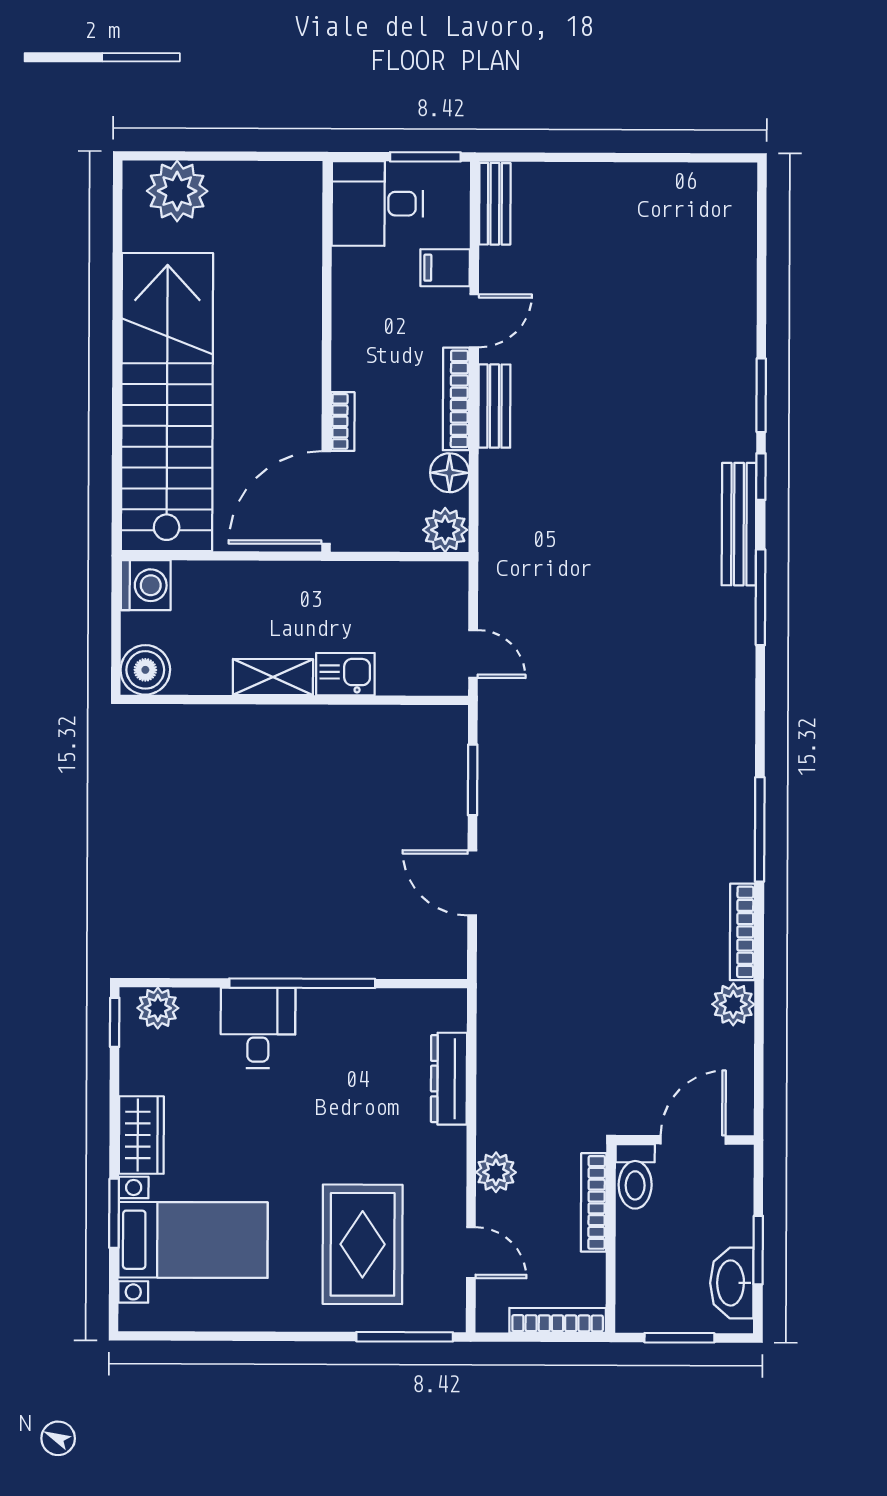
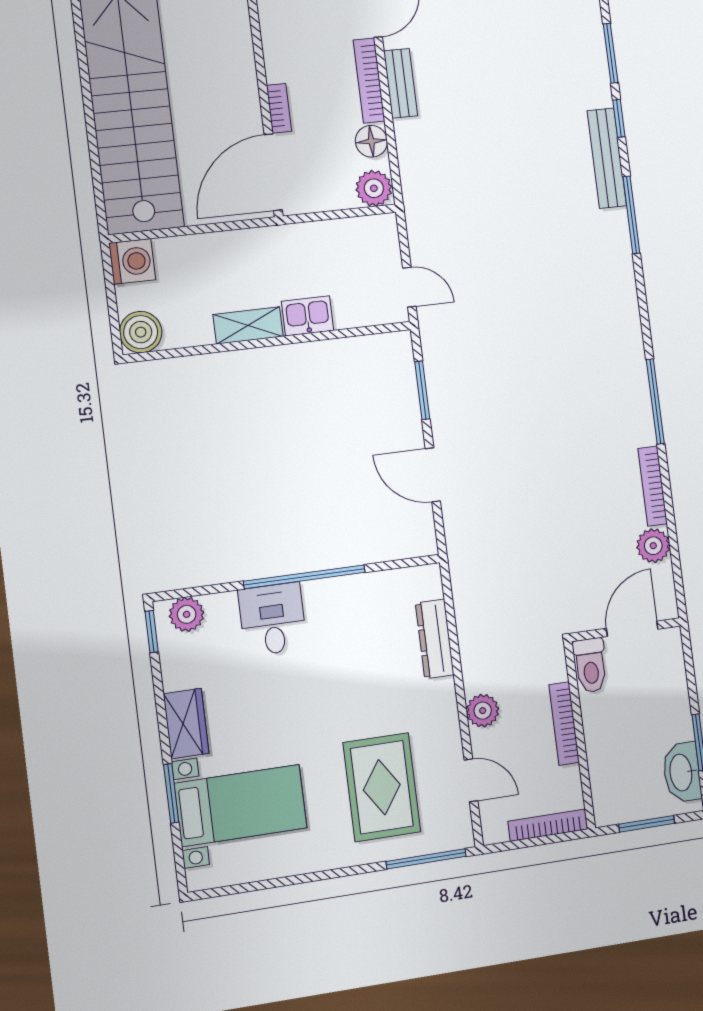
wall: (685, 1140) -> (626, 630), moved
door: (693, 1140) -> (632, 629), moved
toilet: (635, 1176) -> (590, 665), moved

